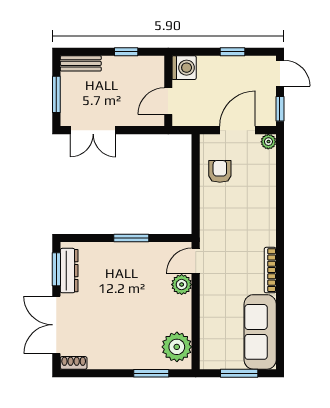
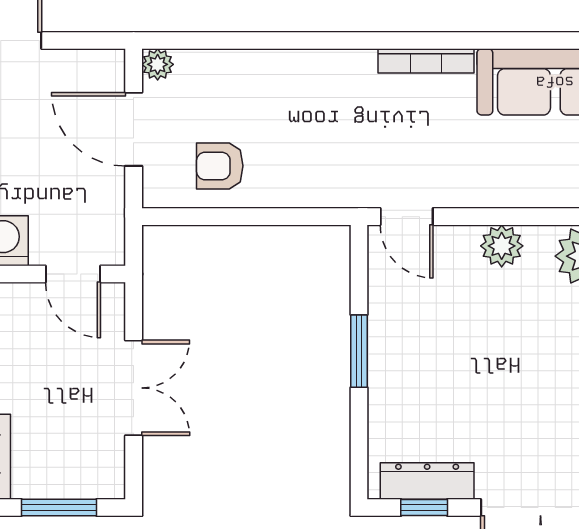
window: (280, 109) -> (89, 40), removed
double door: (93, 130) -> (134, 388), moved
window: (56, 269) -> (424, 507), width x0.67
plant: (182, 285) -> (502, 246), moved

